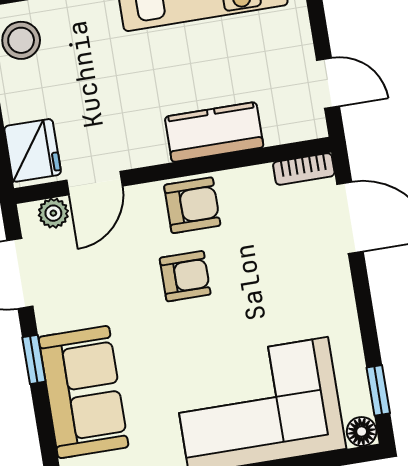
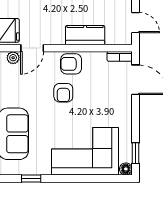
armchair: (192, 205) -> (71, 64), turned 180
armchair: (185, 276) -> (63, 93), turned 90

